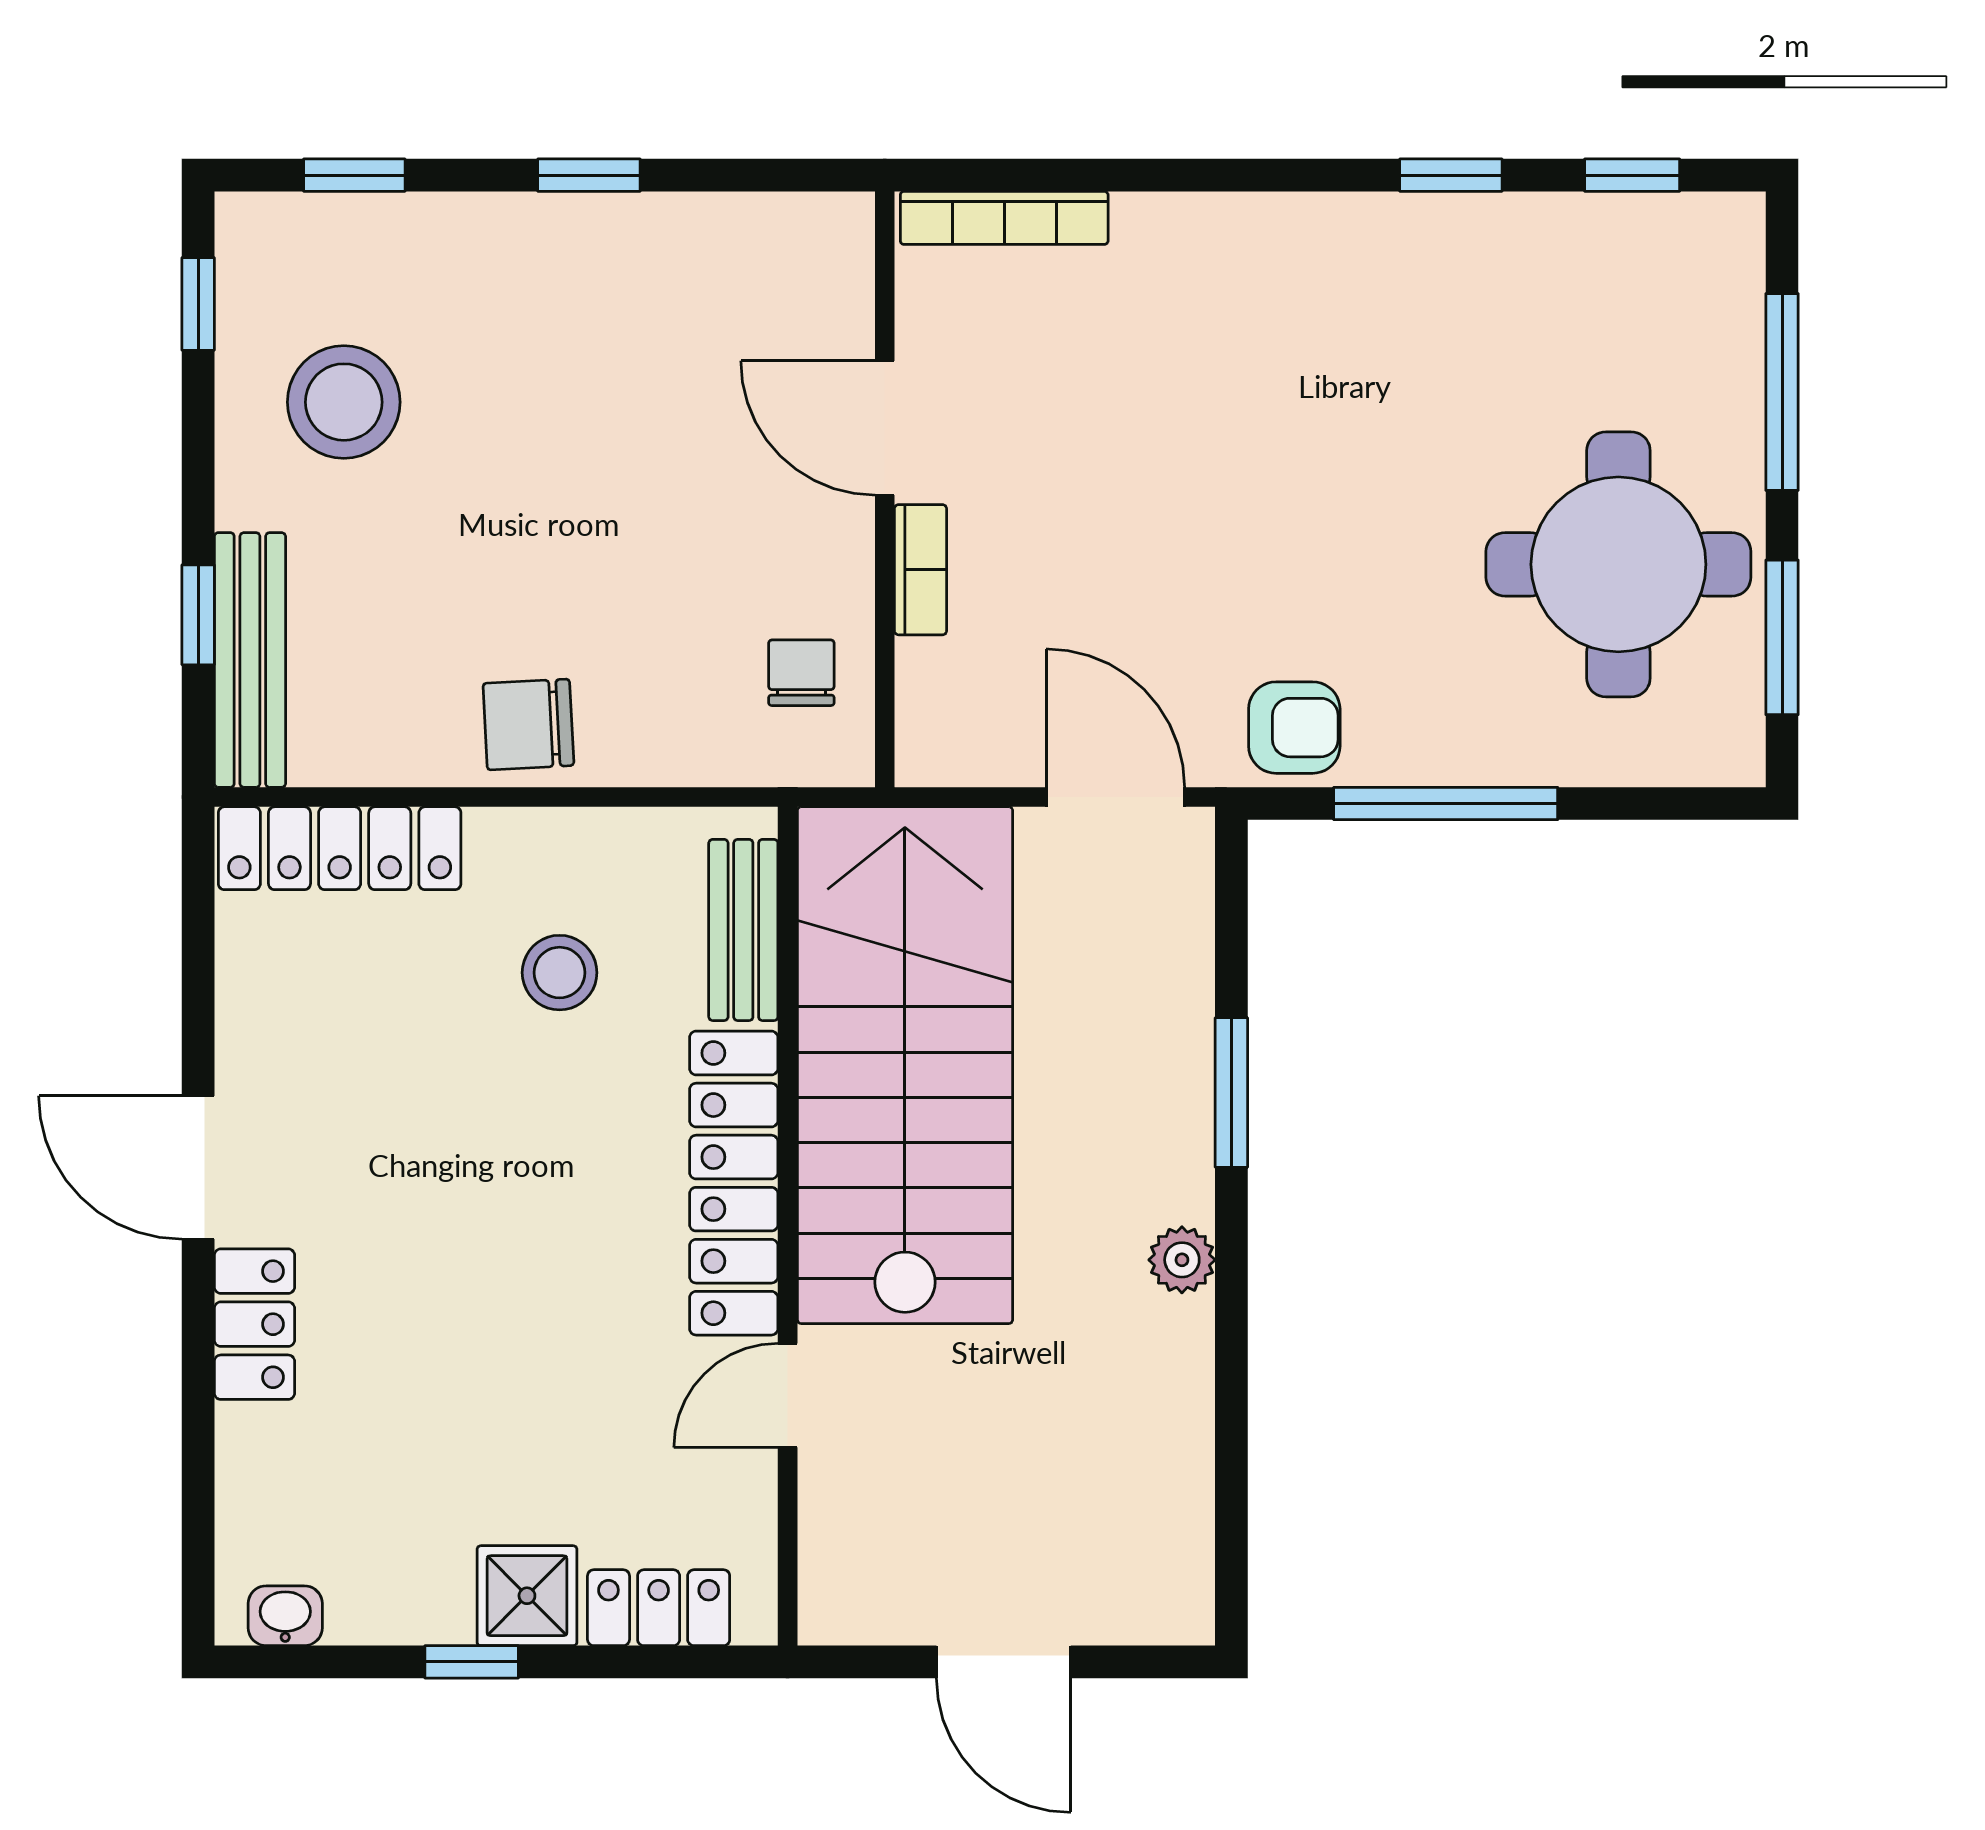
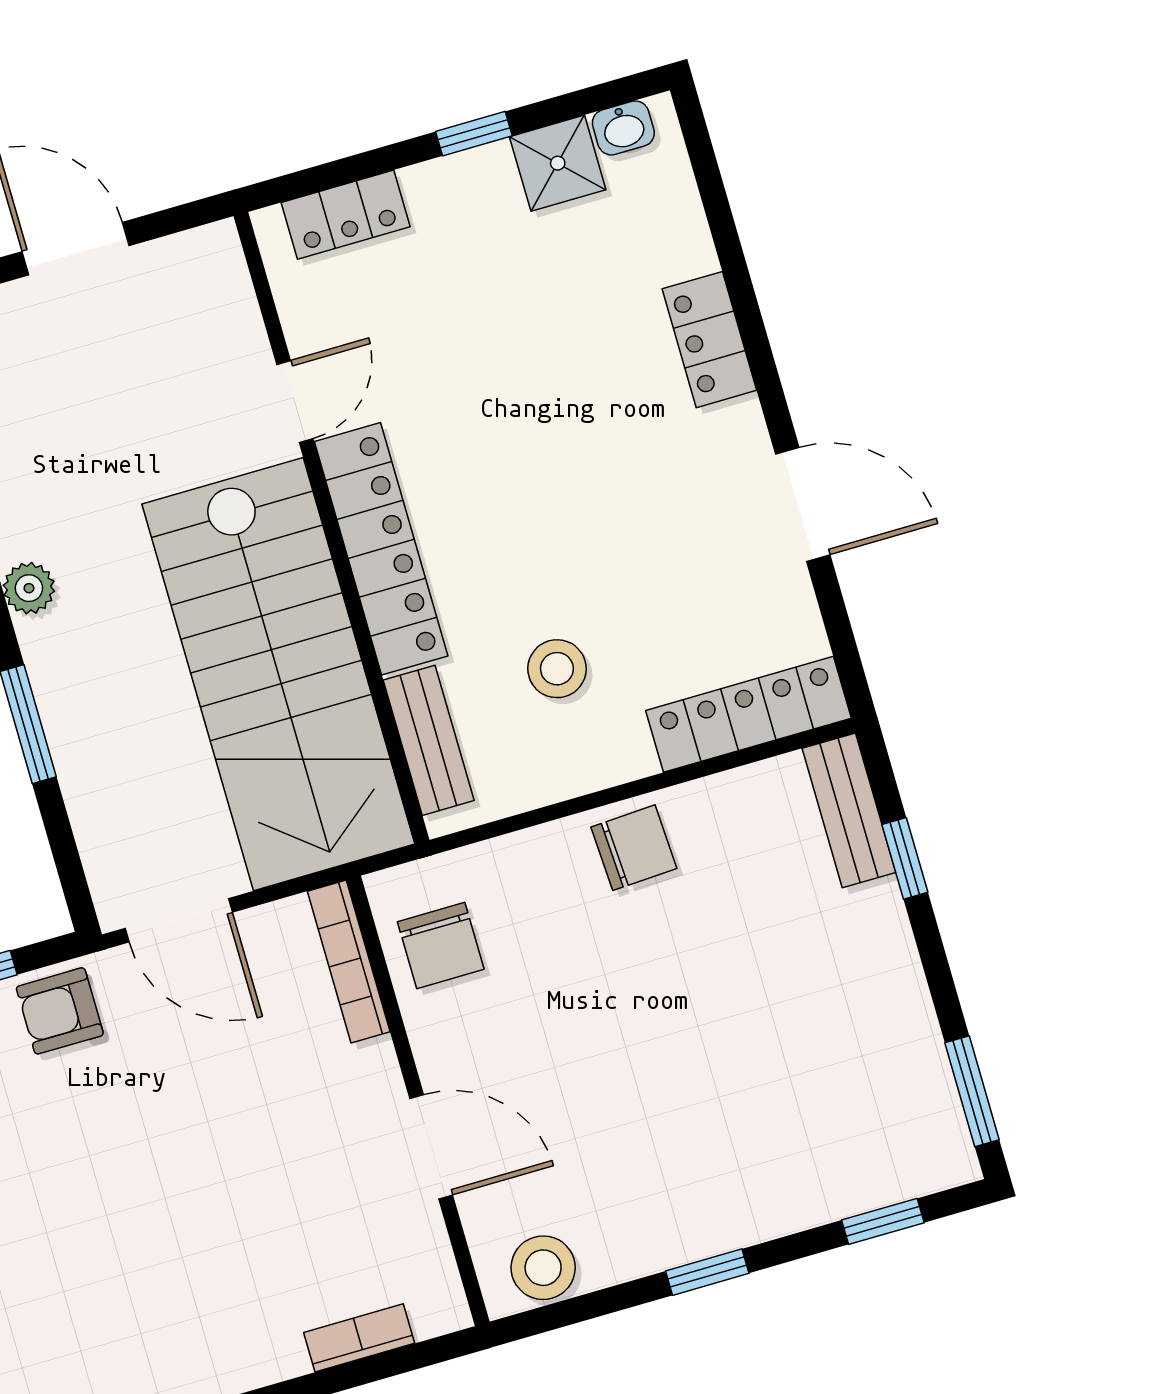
bookcase: (1004, 218) -> (359, 1338), width x0.64
window: (198, 304) -> (972, 1091), width x1.50
stool: (344, 402) -> (543, 1268), moved, width x0.73, depth x0.73
bookcase: (921, 570) -> (349, 962), moved, width x1.56
bench: (250, 660) -> (849, 810), width x0.73
chair: (801, 673) -> (441, 945), width x1.37, depth x1.37
door: (198, 1167) -> (803, 504), moved
shower: (527, 1596) -> (558, 163), moved

